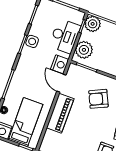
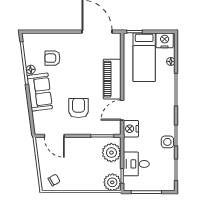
desk: (65, 36) -> (136, 164), width x0.73
door: (61, 83) -> (122, 110), swing flipped
armchair: (98, 99) -> (78, 108), turned -65

